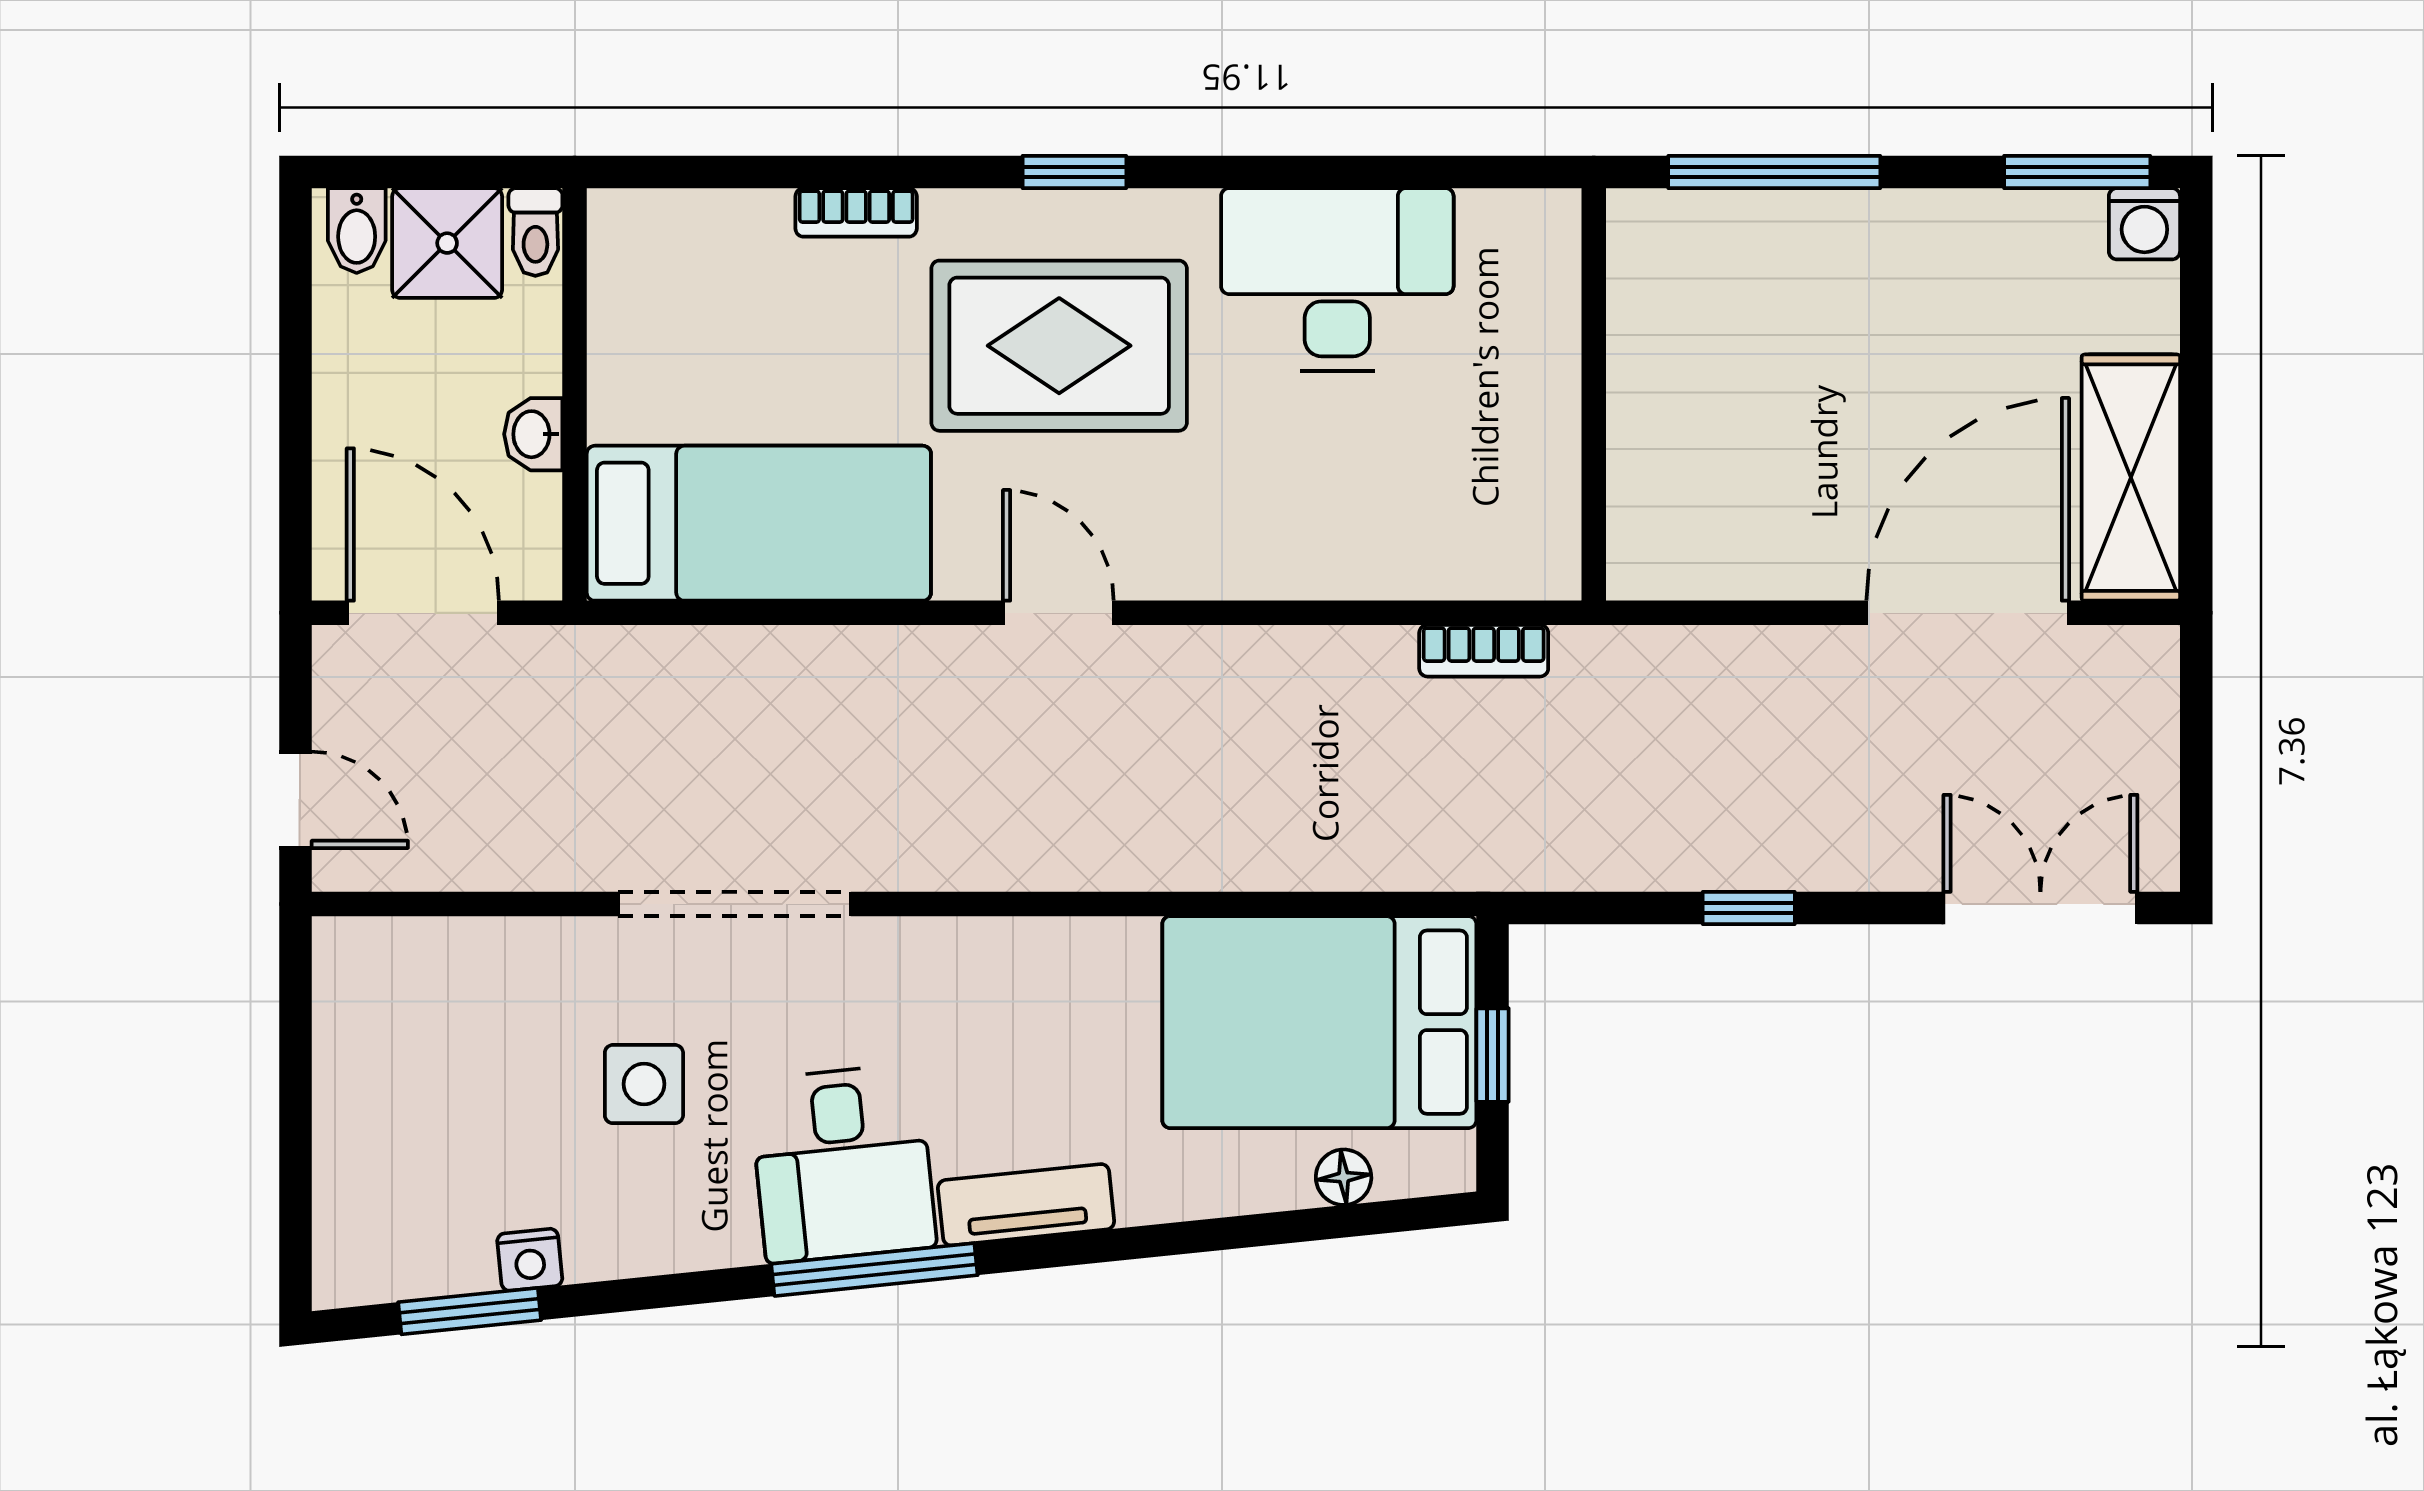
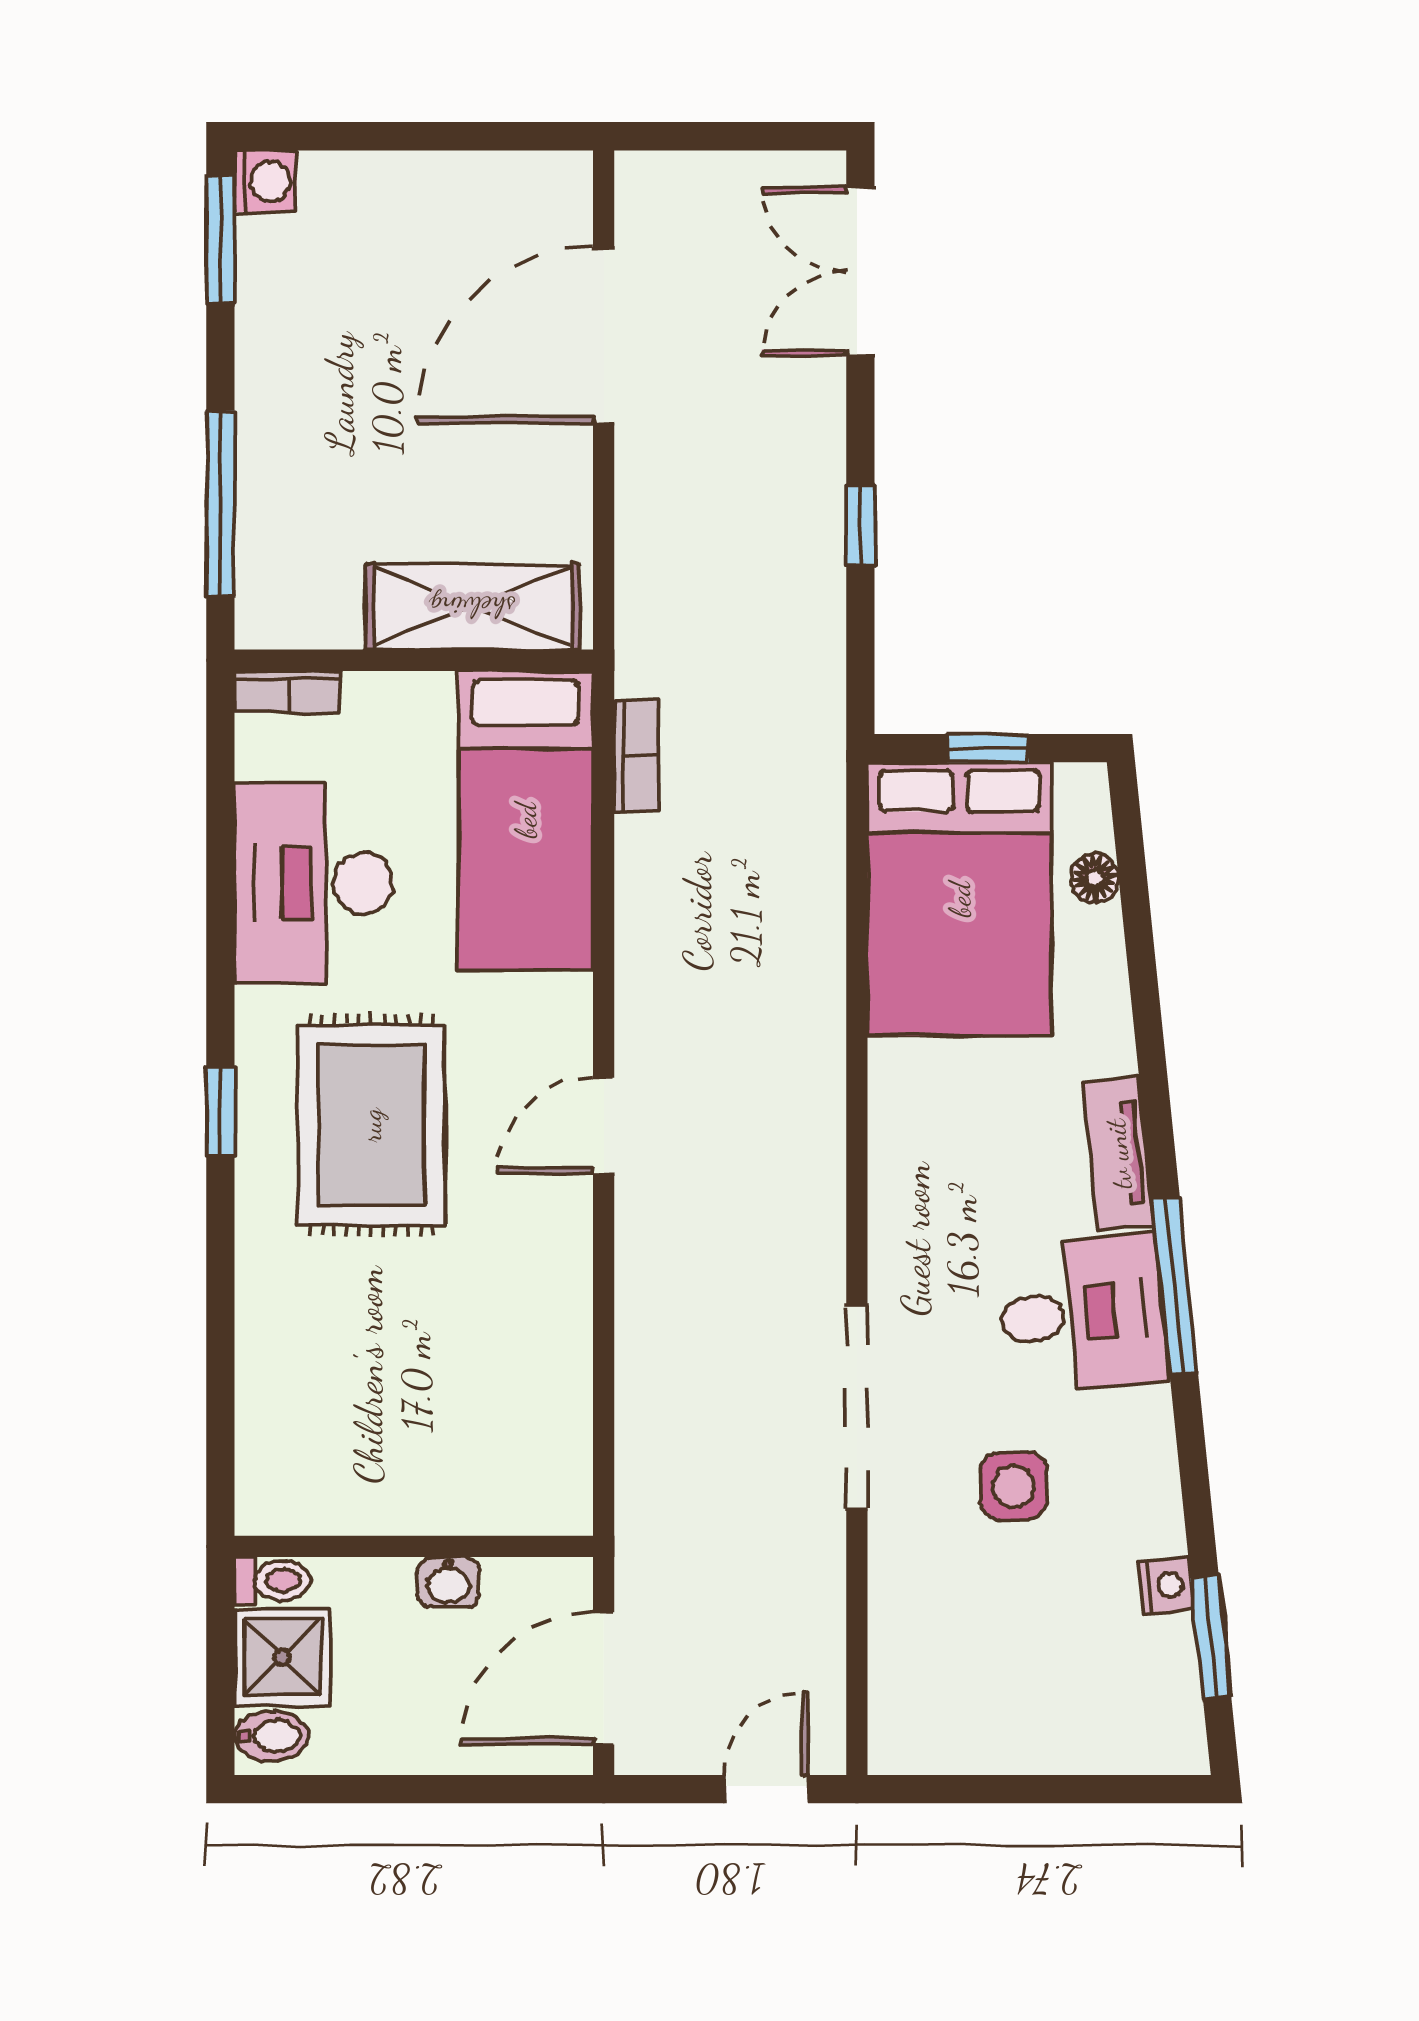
bookcase: (856, 212) -> (287, 692), moved, turned 90
shelving: (2131, 478) -> (472, 607), moved
bed: (759, 523) -> (526, 820), moved, turned 180
door: (1968, 613) -> (604, 335), hinge flipped

